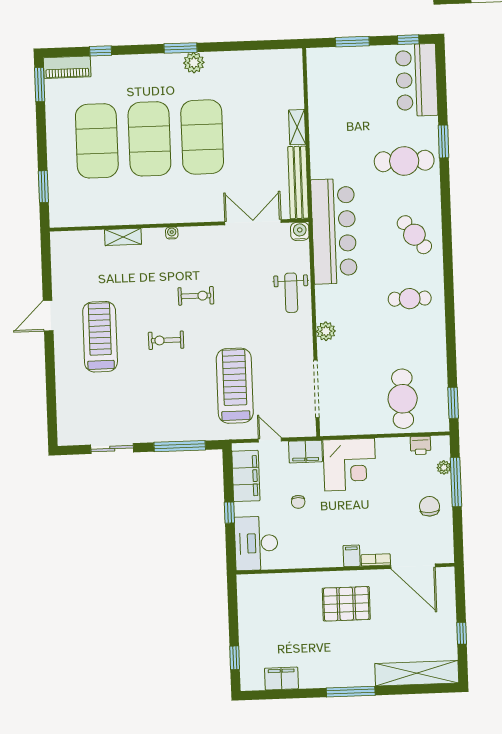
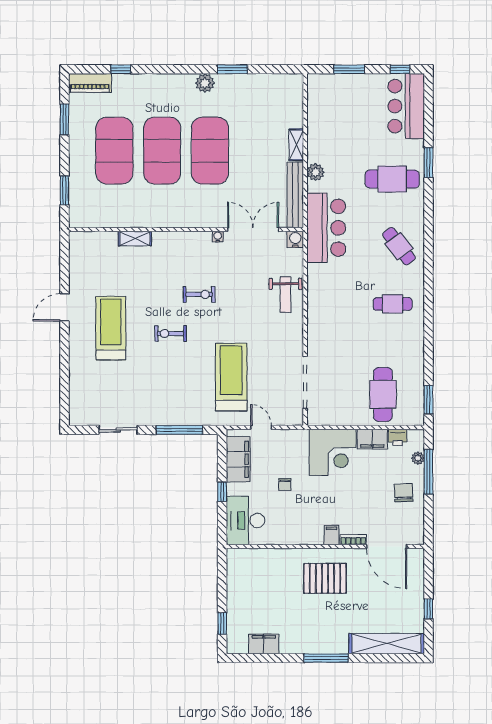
window: (181, 48) -> (232, 69), moved
window: (40, 85) -> (64, 119), moved
bar counter: (334, 231) -> (326, 228), width x0.73
water cooler: (172, 233) -> (218, 237), moved
plant: (326, 331) -> (316, 172), moved
filing cabinet: (305, 452) -> (372, 439), moved

